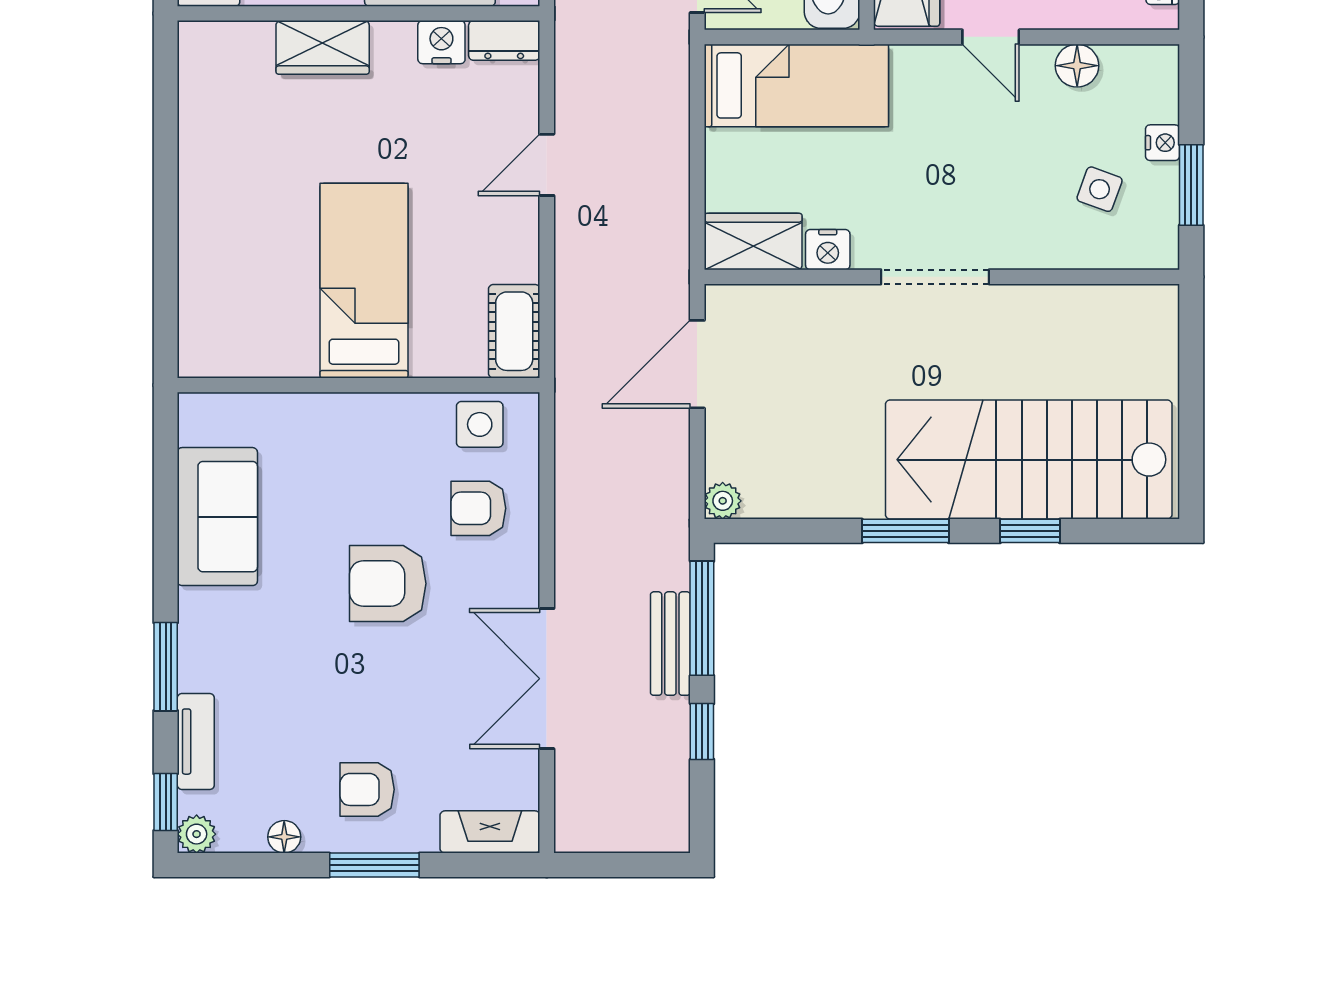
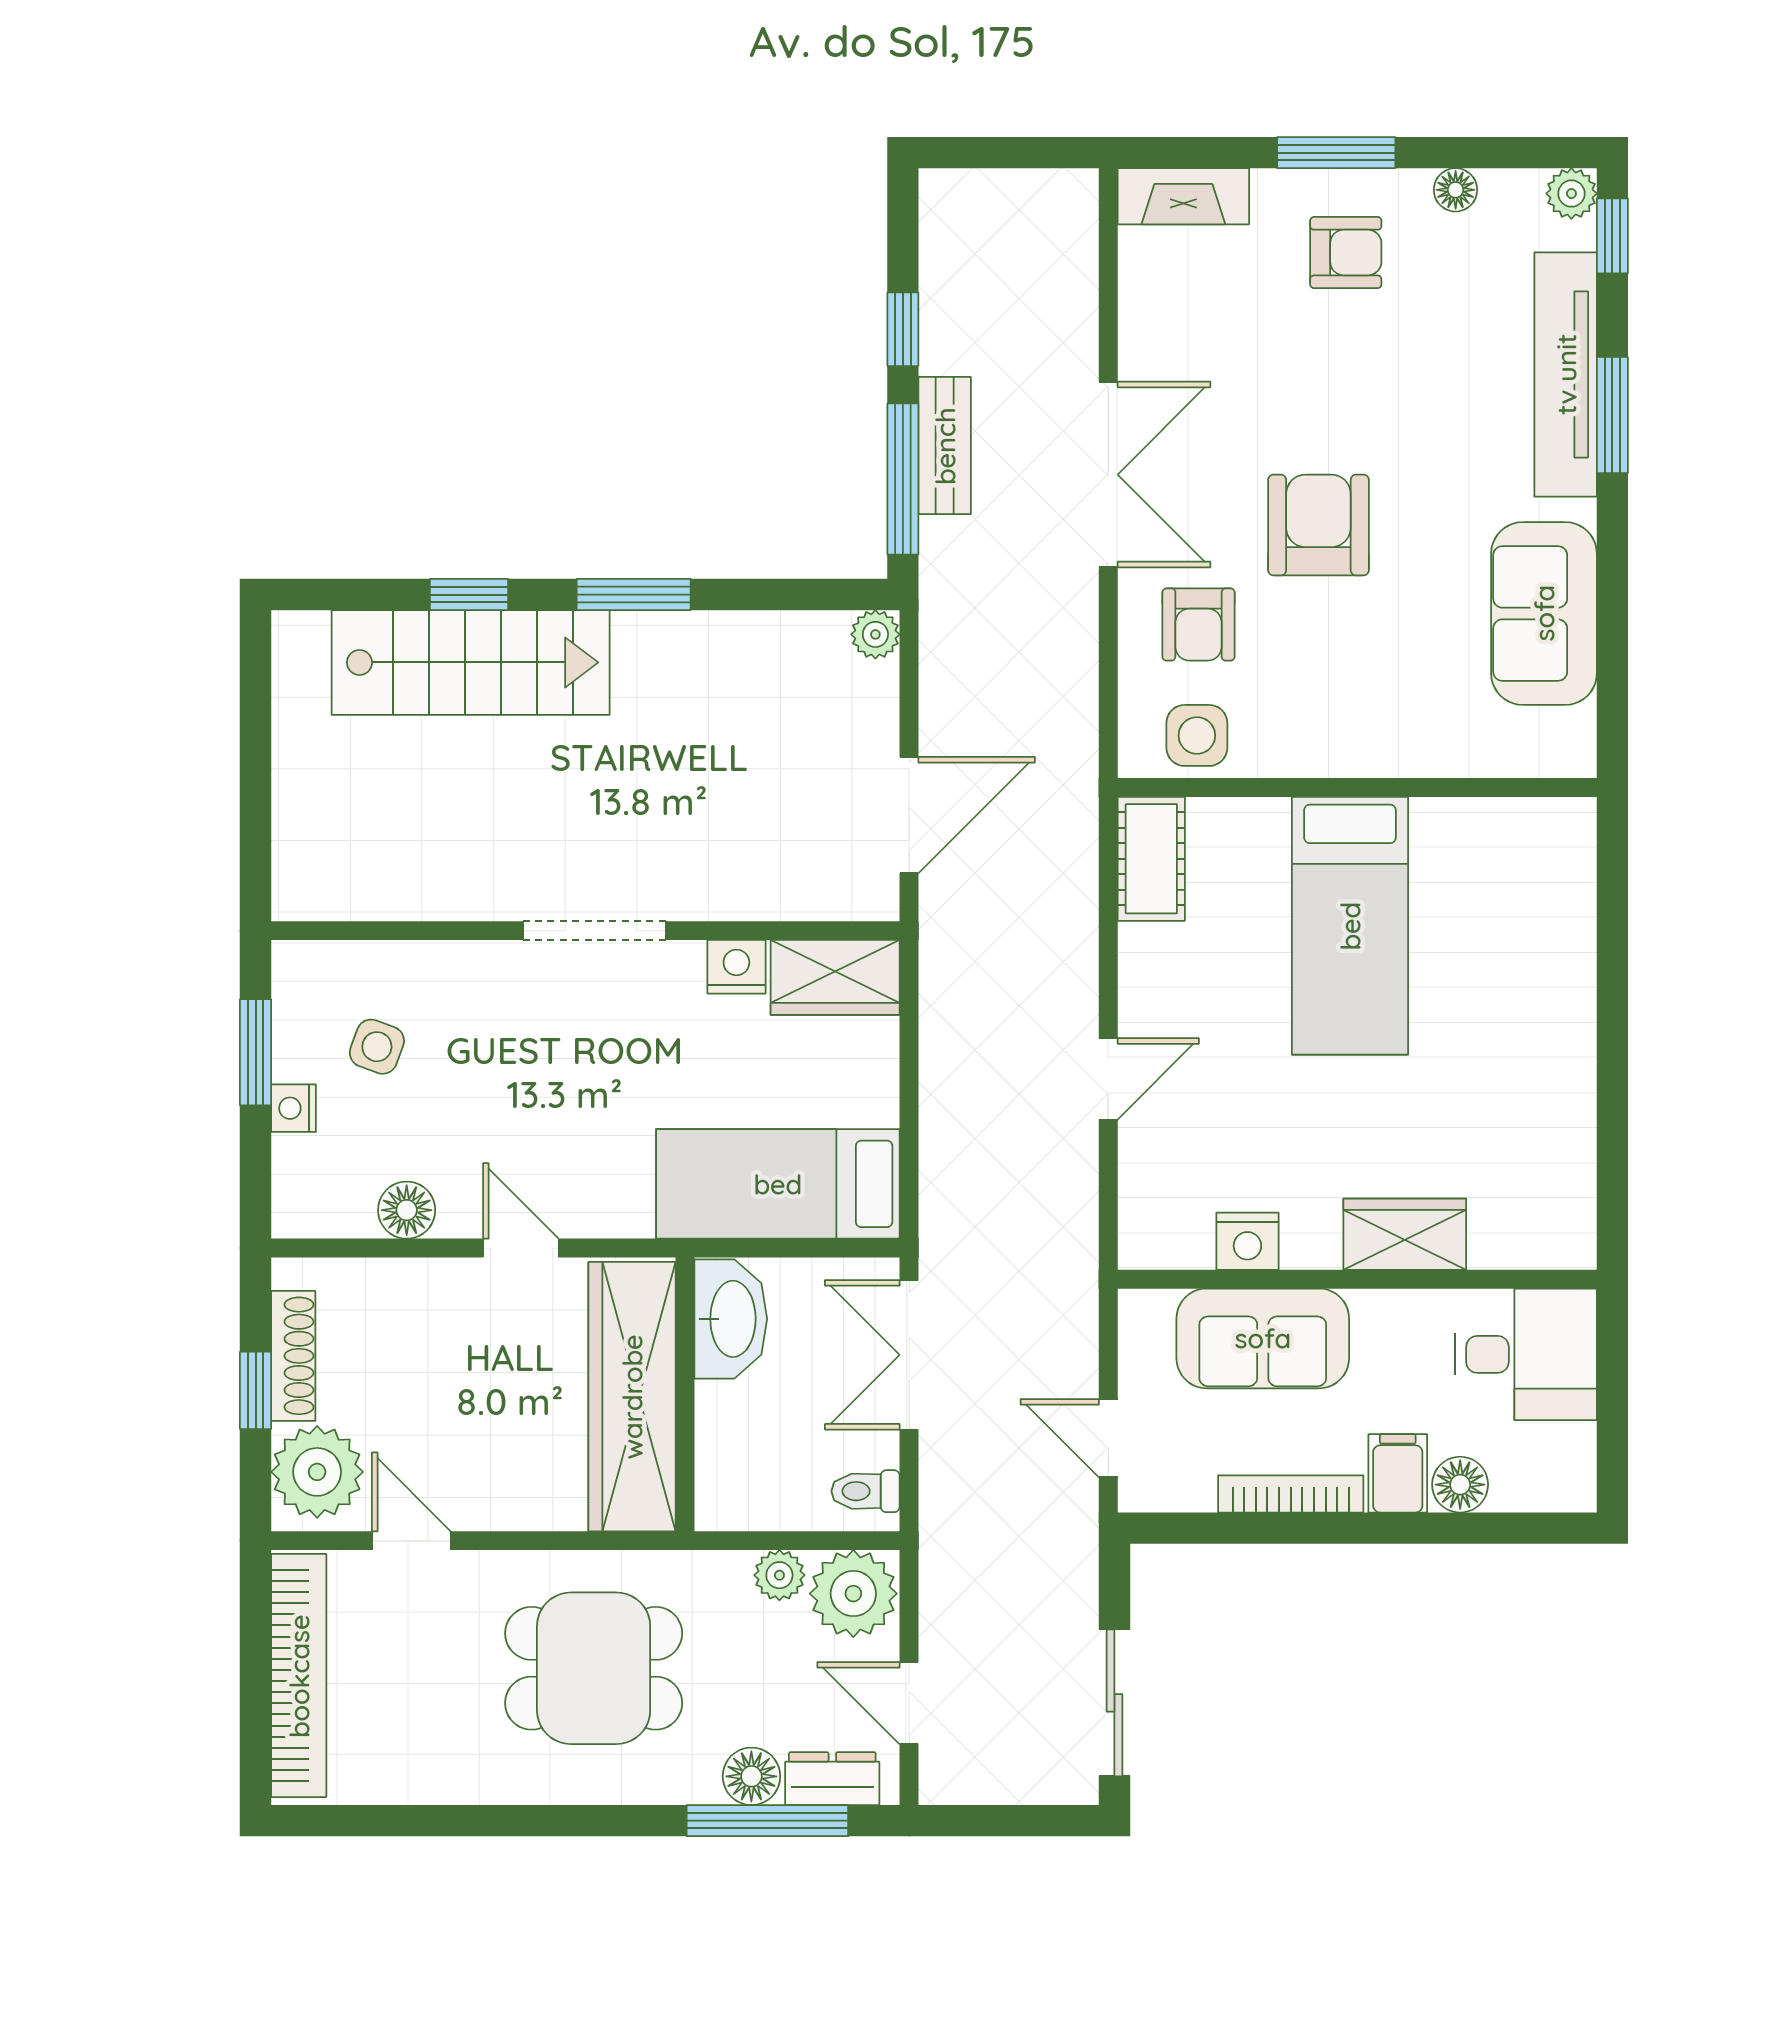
dresser: (504, 40) -> (1164, 1243), removed
stairs: (1029, 460) -> (471, 662), width x0.73, depth x0.66
armchair: (478, 508) -> (1199, 625), turned 90
armchair: (388, 584) -> (1318, 525), turned -90
double door: (547, 679) -> (1108, 475), moved
tv unit: (196, 742) -> (1566, 374), width x1.92, depth x1.29

